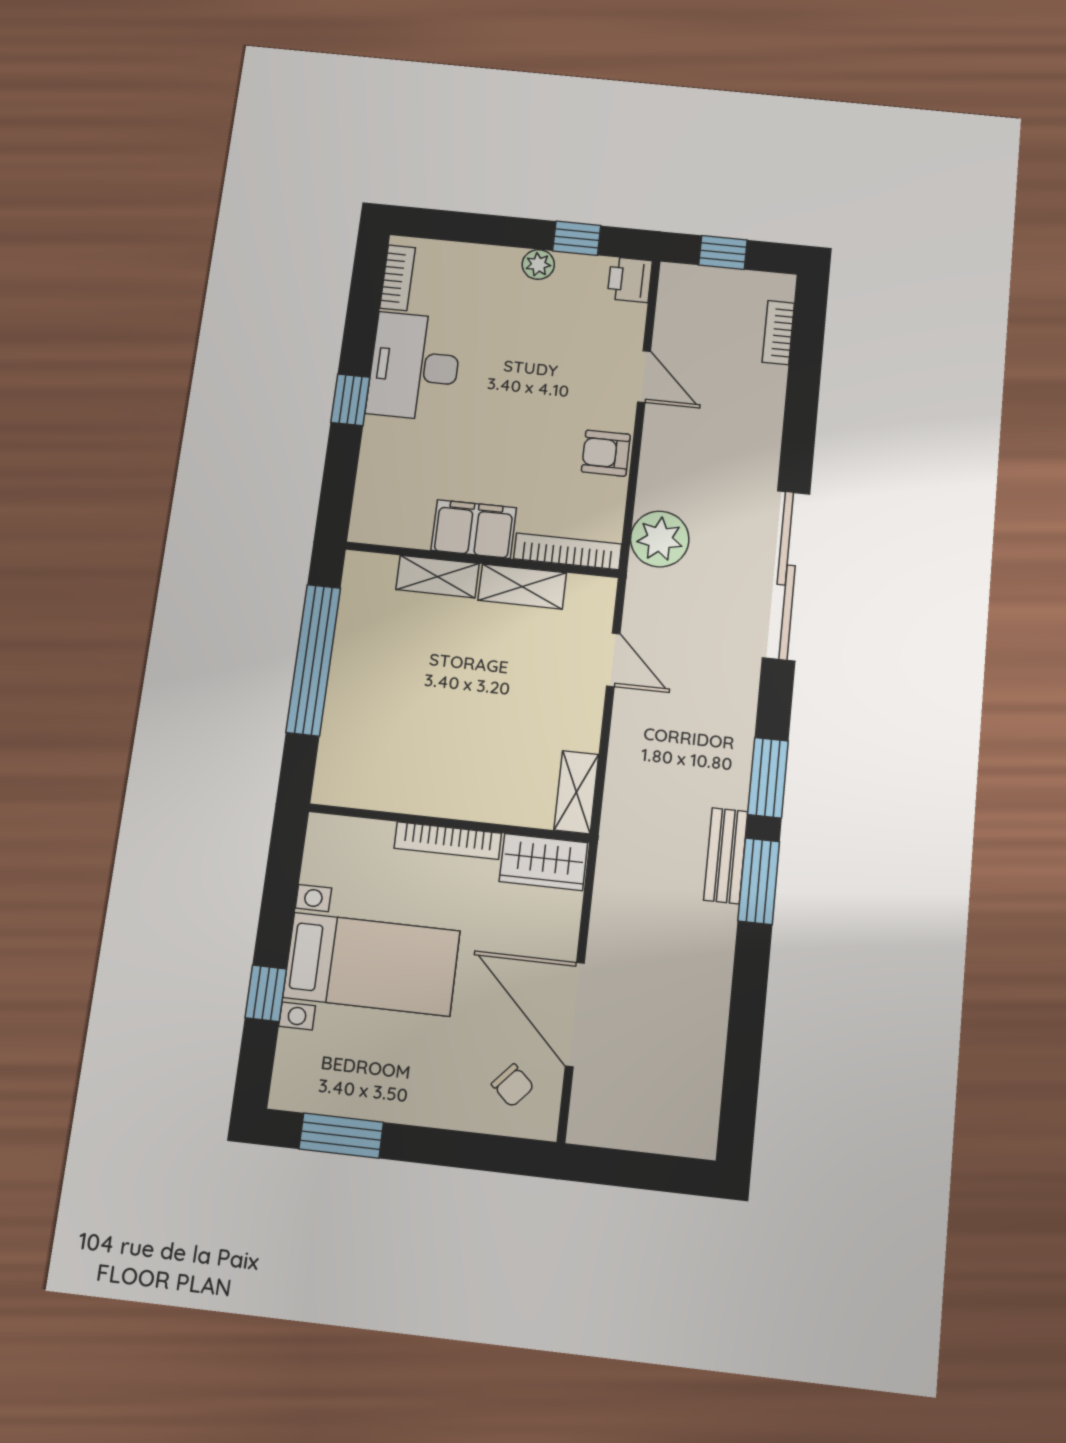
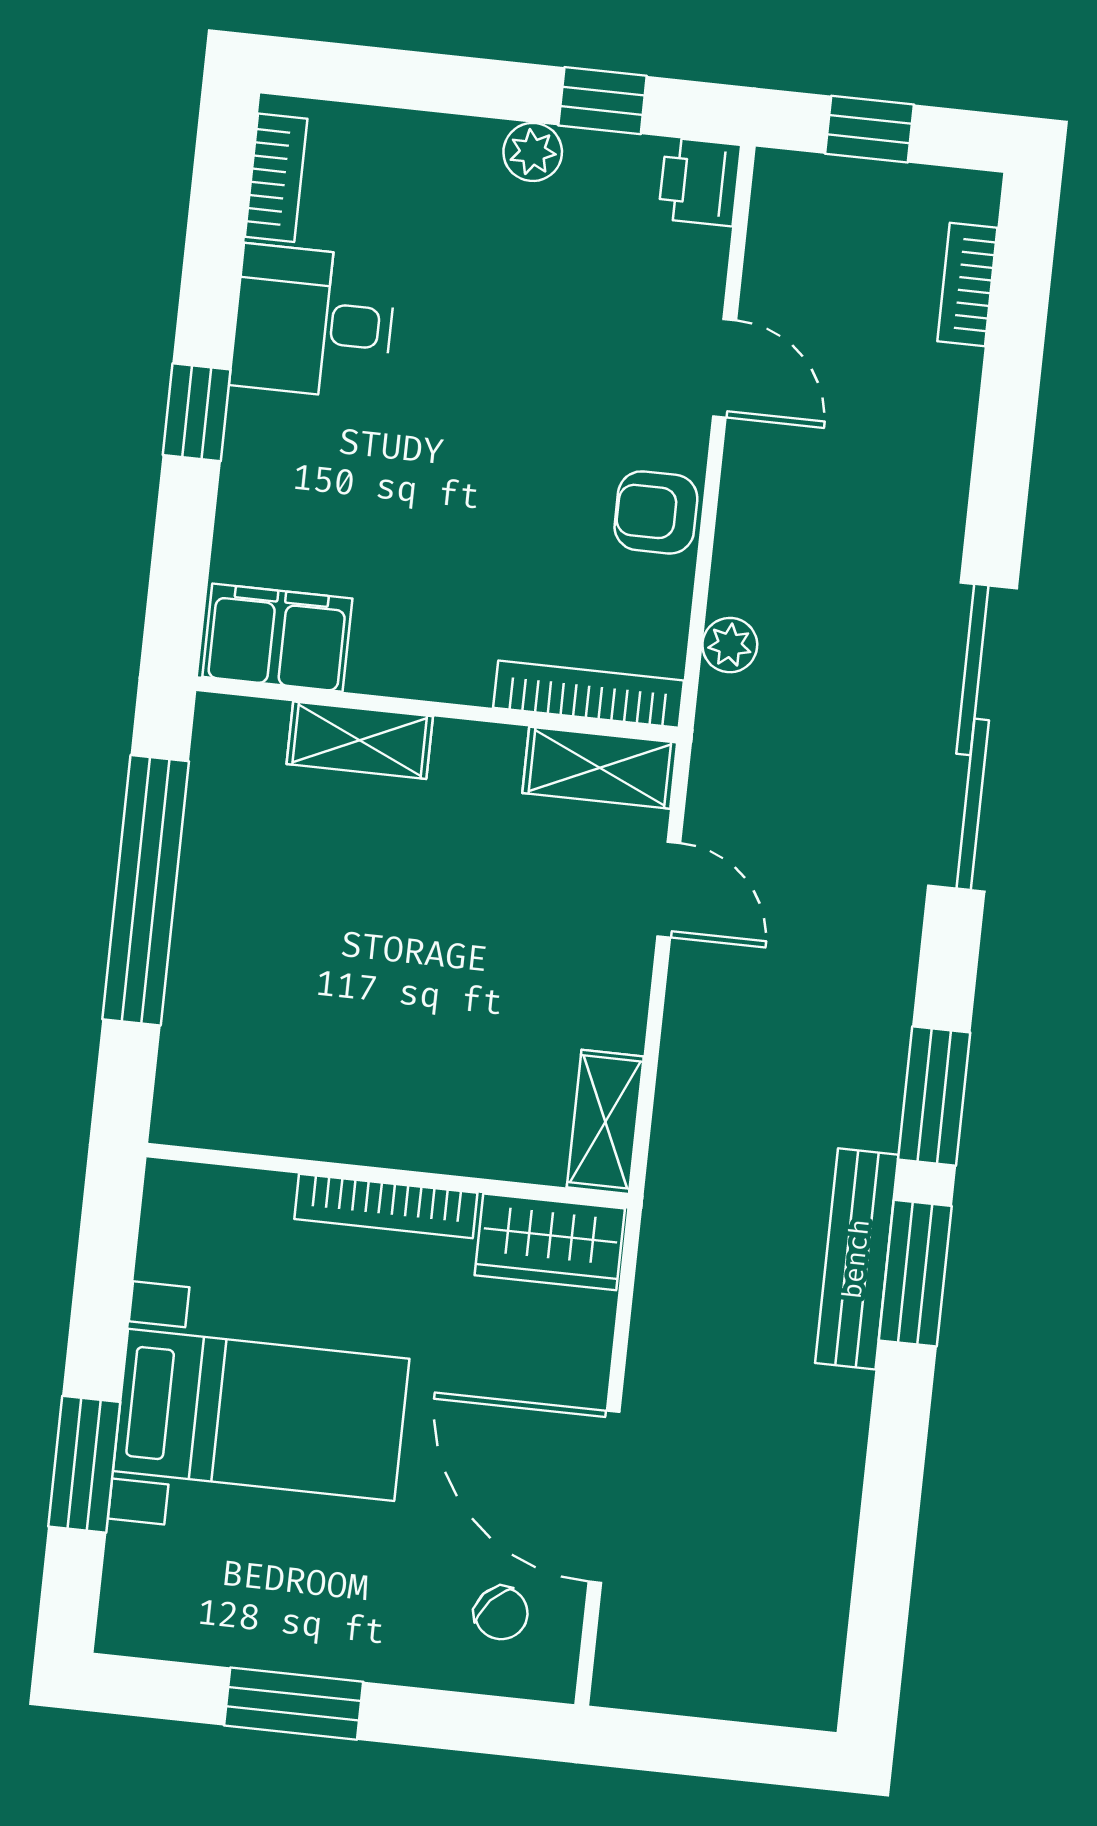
desk: (414, 366) -> (313, 322), width x0.73
filing cabinet: (474, 529) -> (277, 638), moved
plant: (660, 539) -> (730, 645), width x0.53, depth x0.53
shelving: (522, 586) -> (600, 768), moved
bench: (726, 856) -> (857, 1259), width x1.36
window: (266, 993) -> (84, 1464), width x1.50
window: (341, 1136) -> (294, 1704), moved

